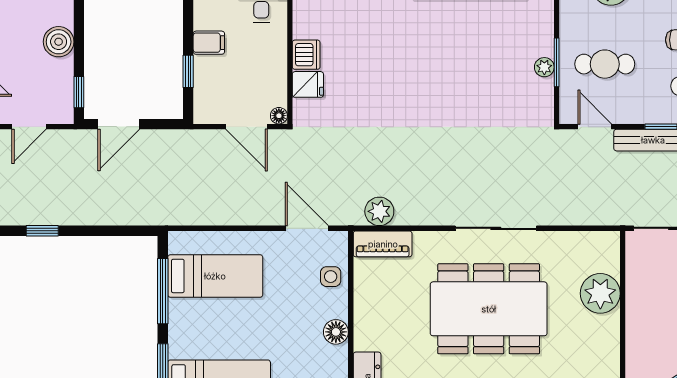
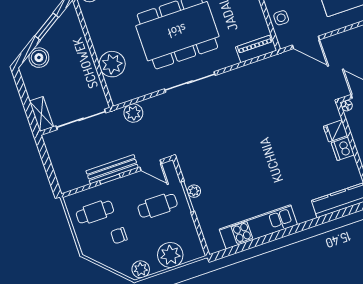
plant: (379, 211) -> (133, 113), moved

